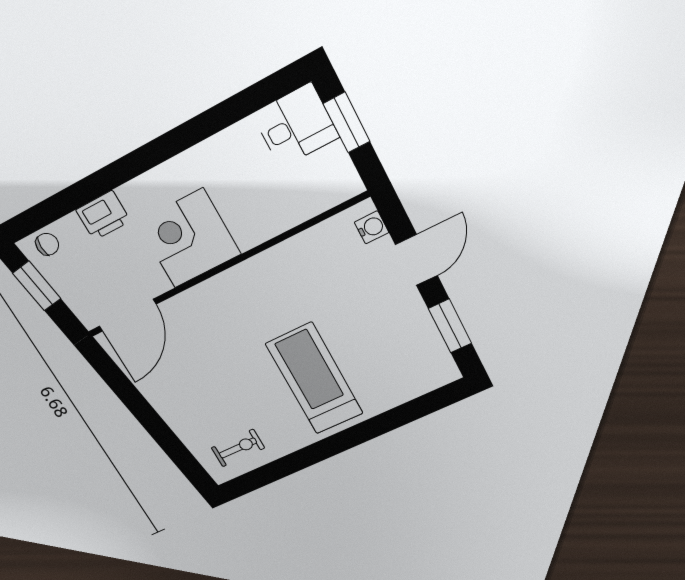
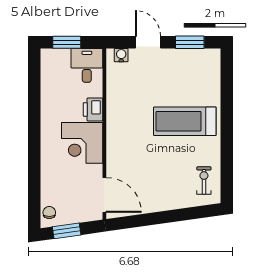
desk: (296, 126) -> (87, 65), moved
printer: (103, 215) -> (93, 109), moved, turned 180

